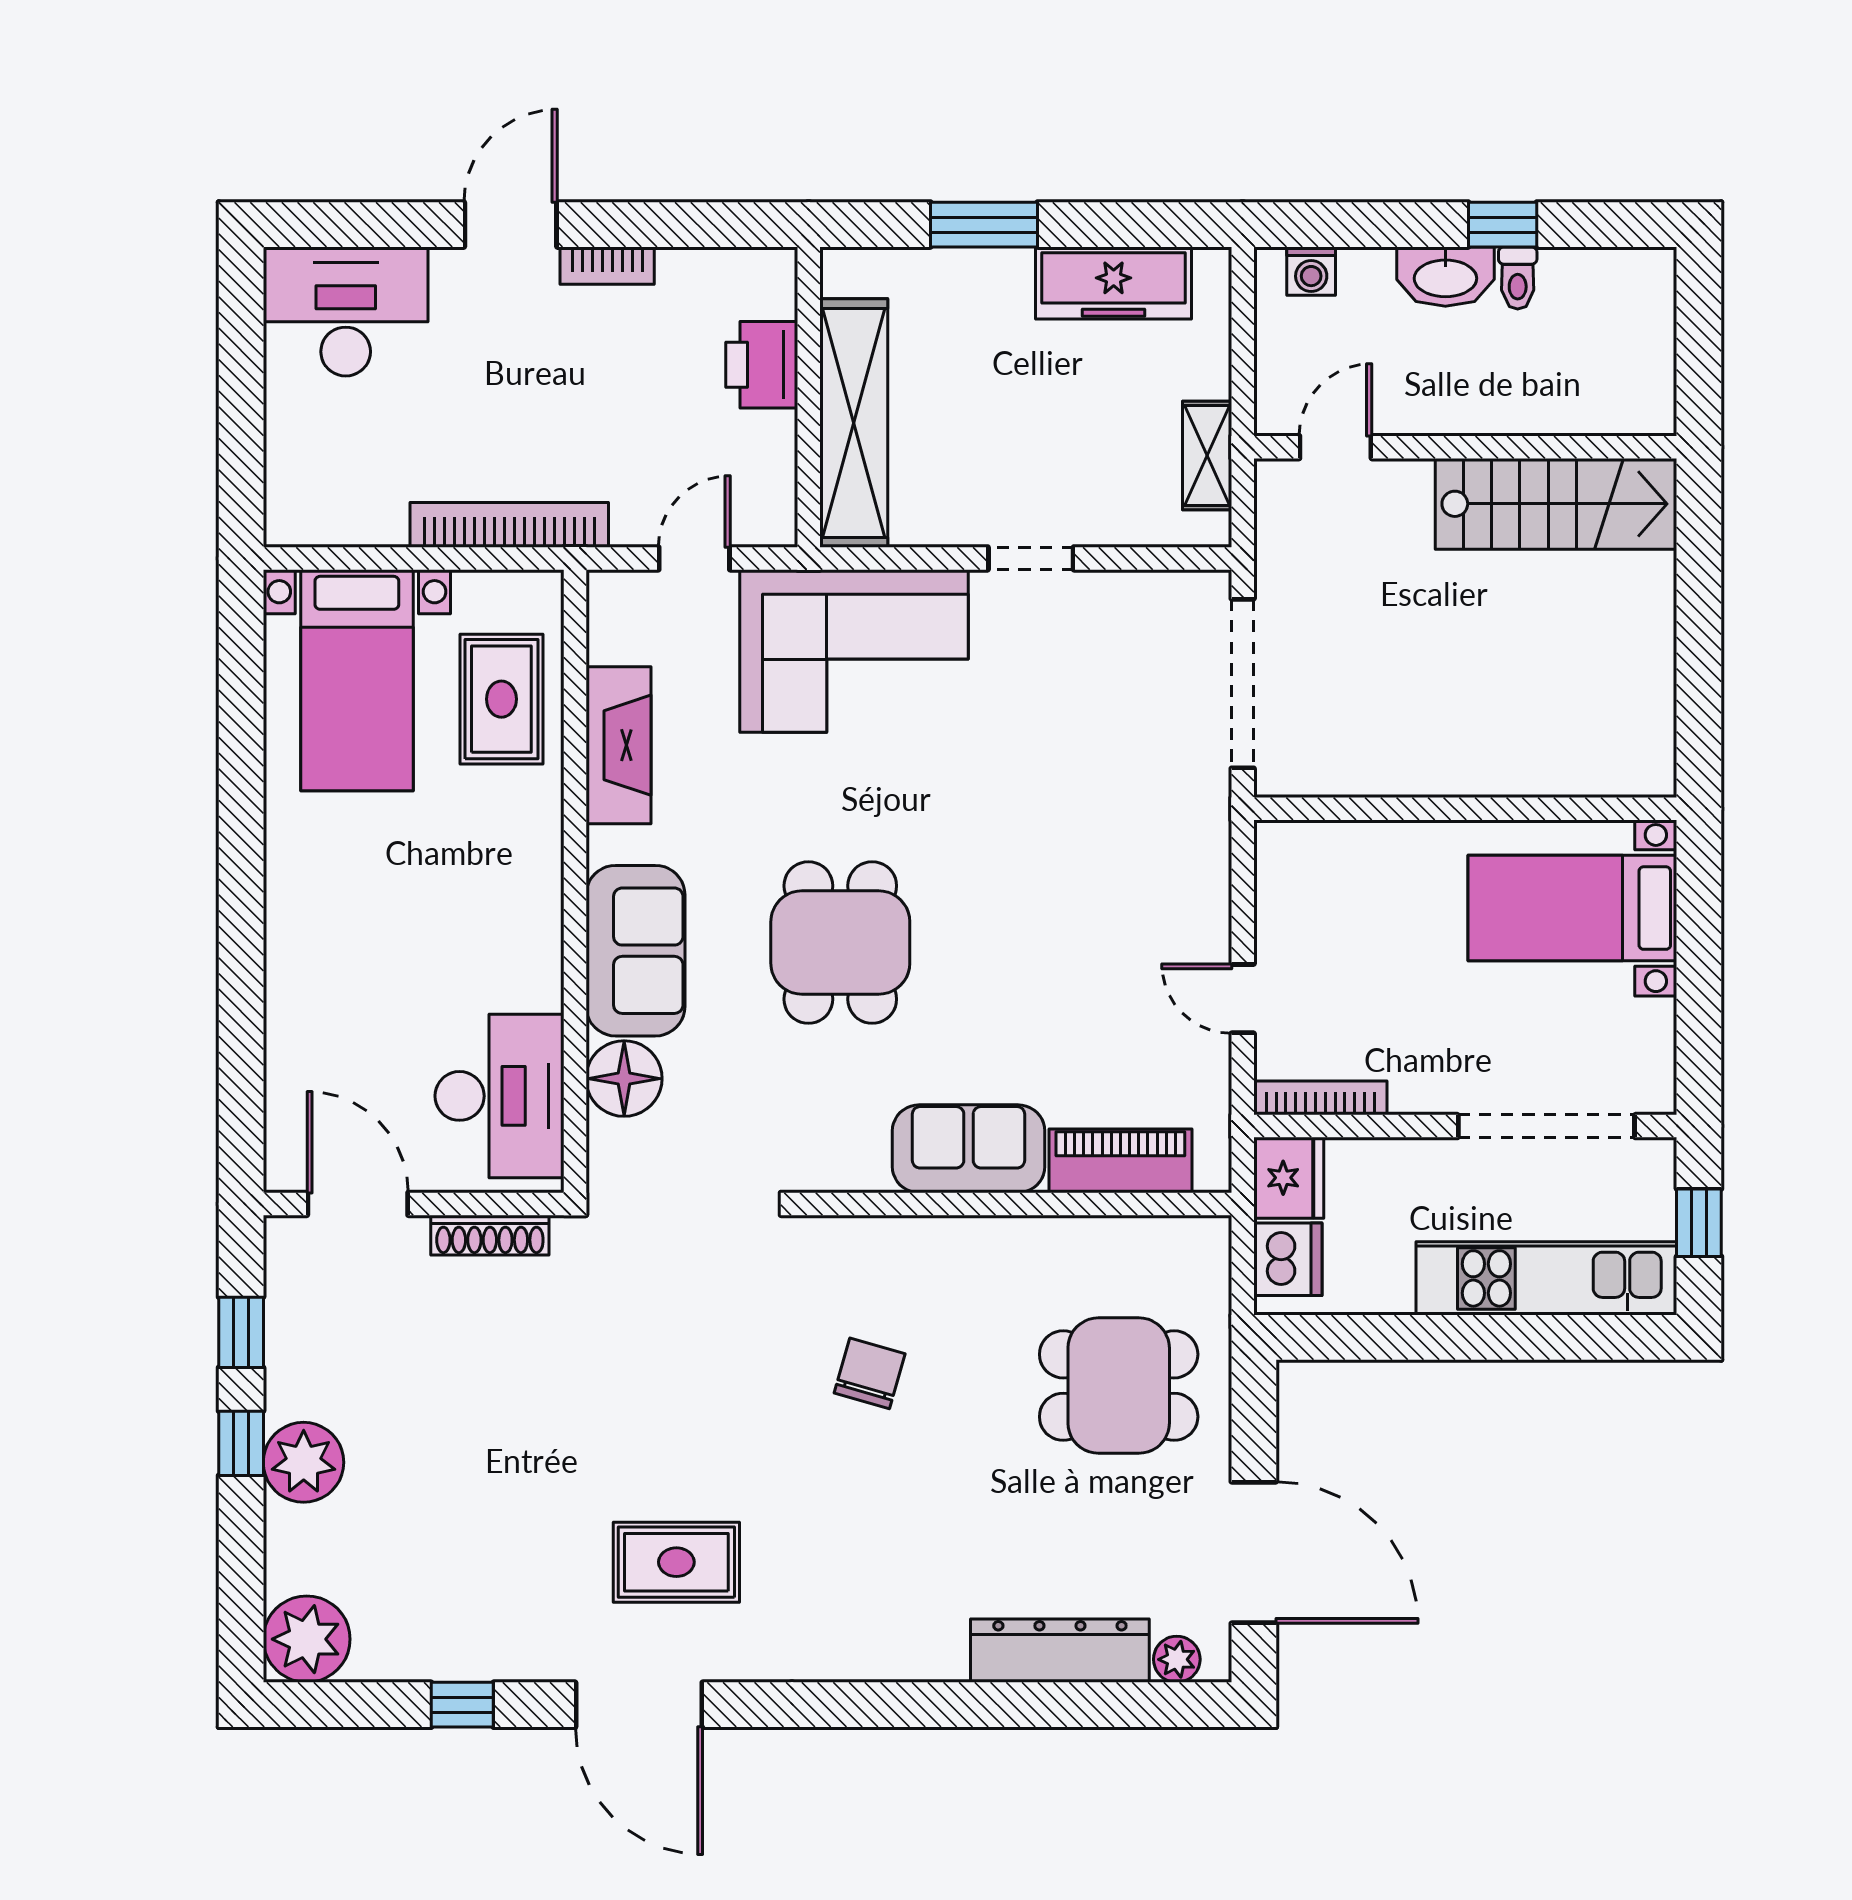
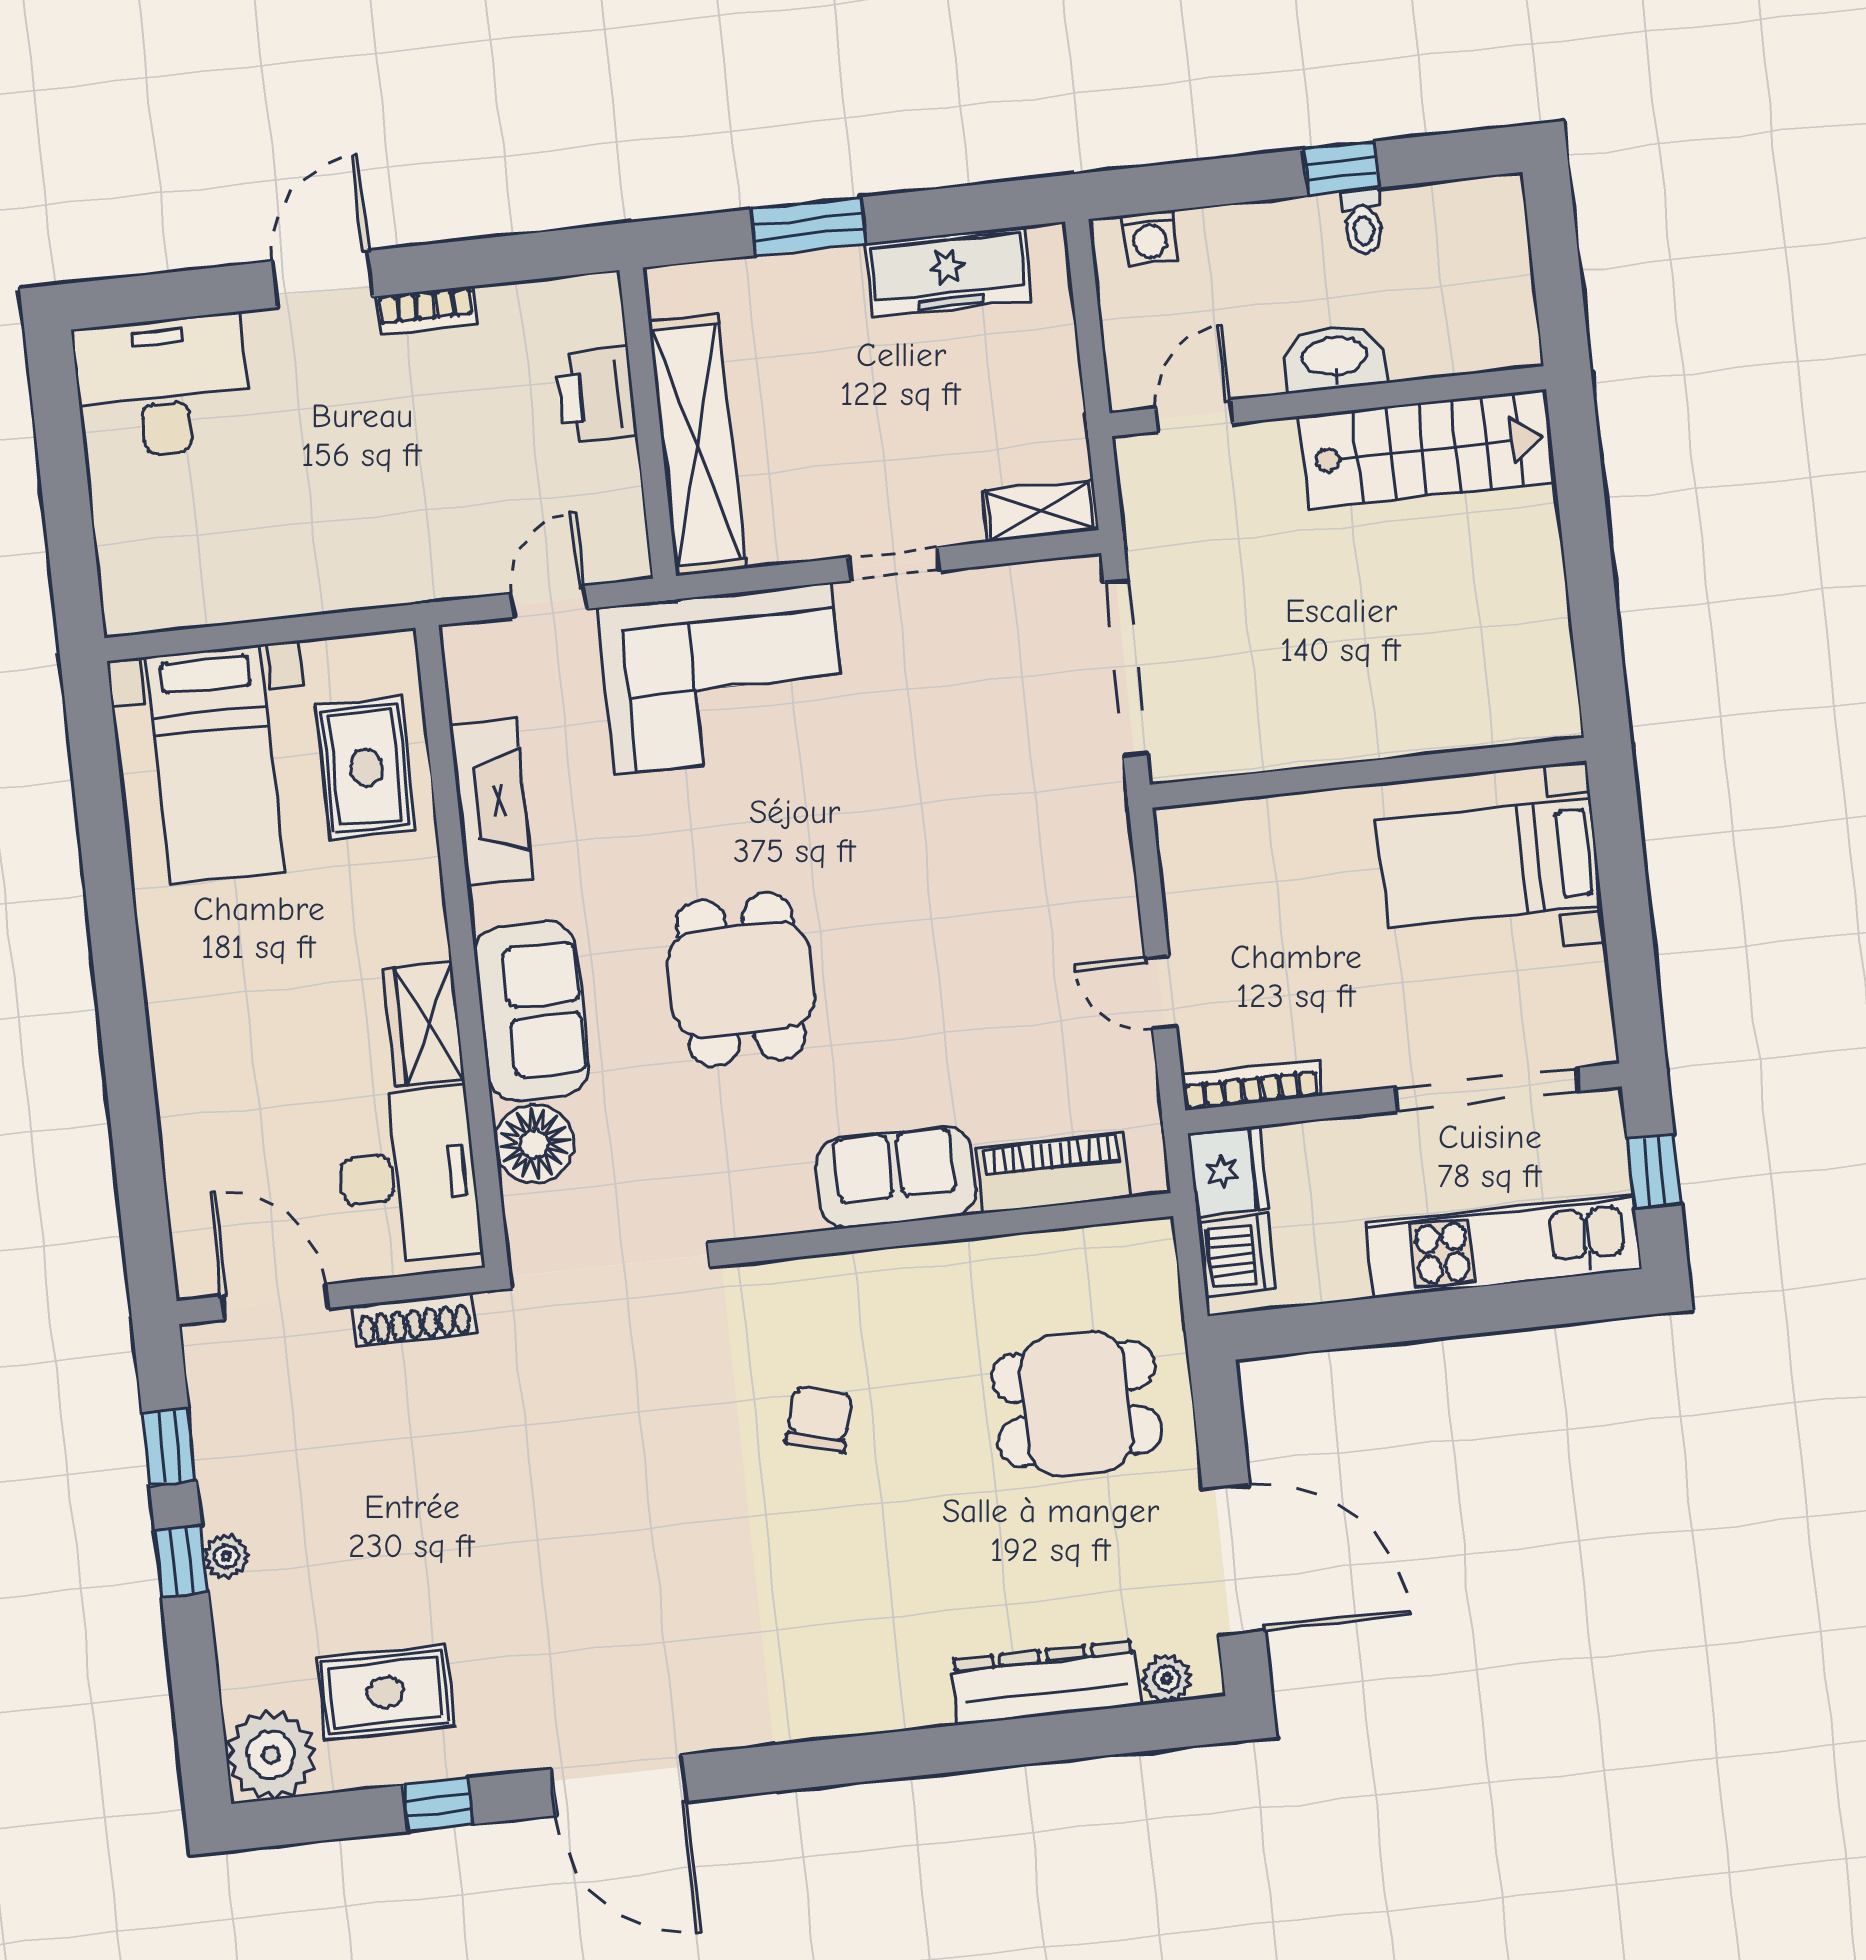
washbasin: (1445, 277) -> (1334, 358), moved, turned 180
shelving: (1207, 456) -> (1040, 511), moved, turned 90
bookcase: (509, 525) -> (354, 588), removed
wardrobe: (530, 952) -> (424, 1024), added
plant: (304, 1462) -> (226, 1556), width x0.53, depth x0.53
rug: (676, 1562) -> (385, 1692), moved

